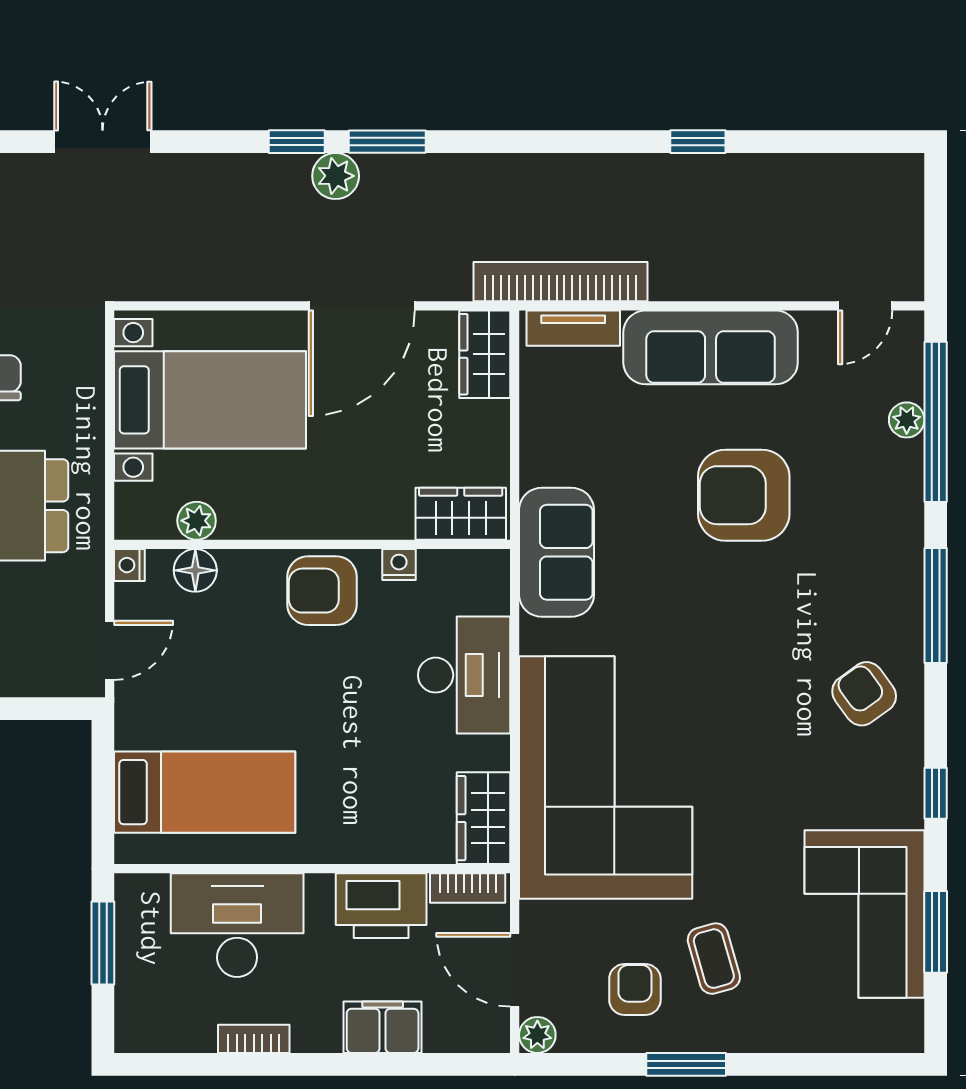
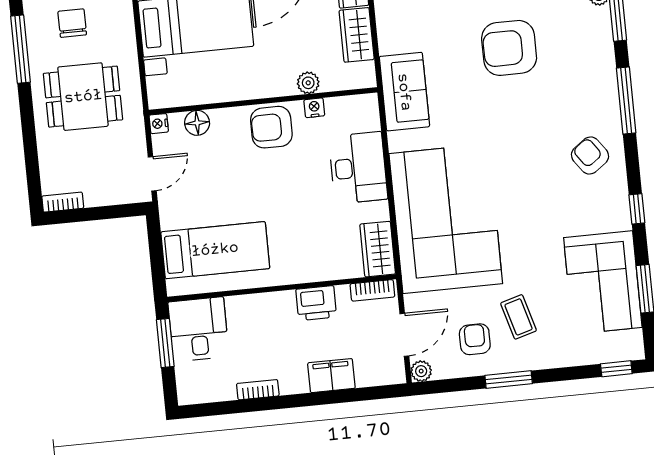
wardrobe: (461, 514) -> (357, 35), moved, turned -90
plant: (197, 521) -> (308, 83), moved
printer: (381, 906) -> (316, 303), width x0.73, depth x0.84
desk: (237, 925) -> (198, 329), moved, width x0.73
door: (515, 970) -> (404, 335), swing flipped
window: (873, 1064) -> (616, 369), added

